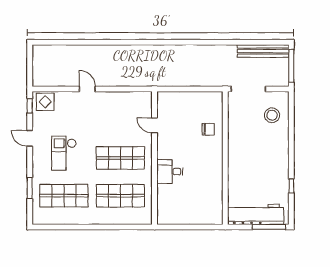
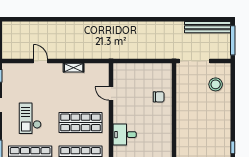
door: (87, 89) -> (40, 61), moved
shelving: (113, 96) -> (74, 68), added
display table: (45, 102) -> (13, 72), removed

